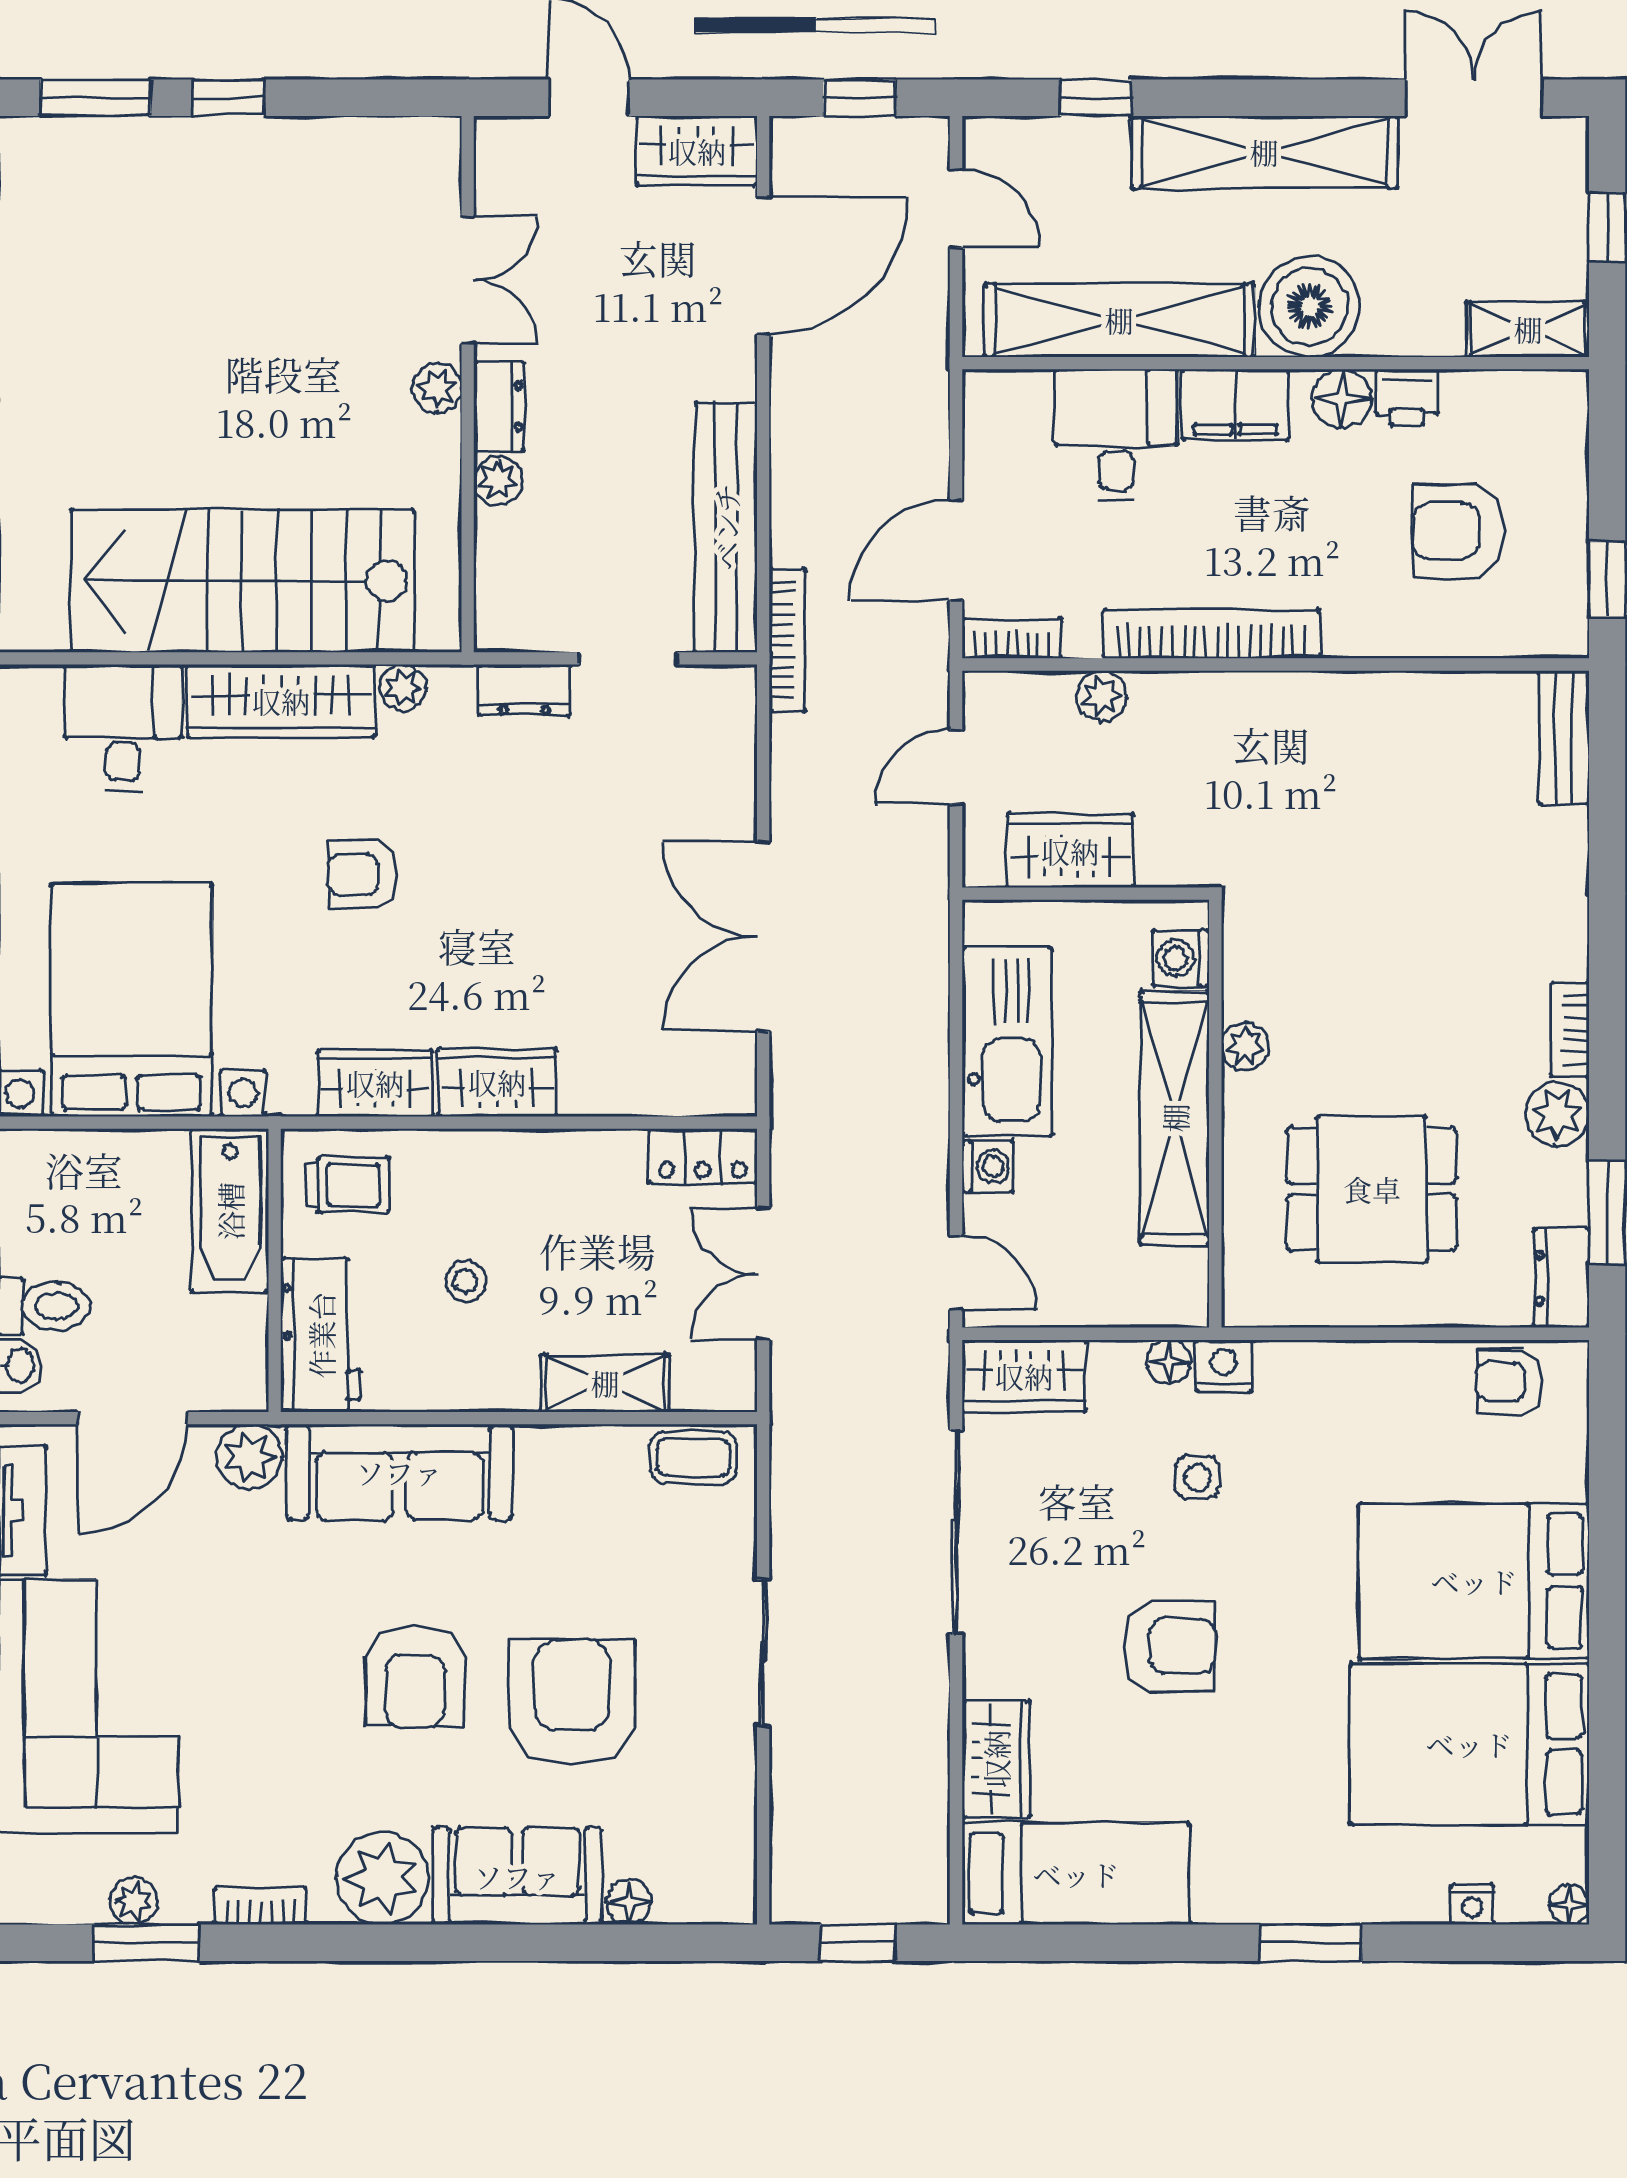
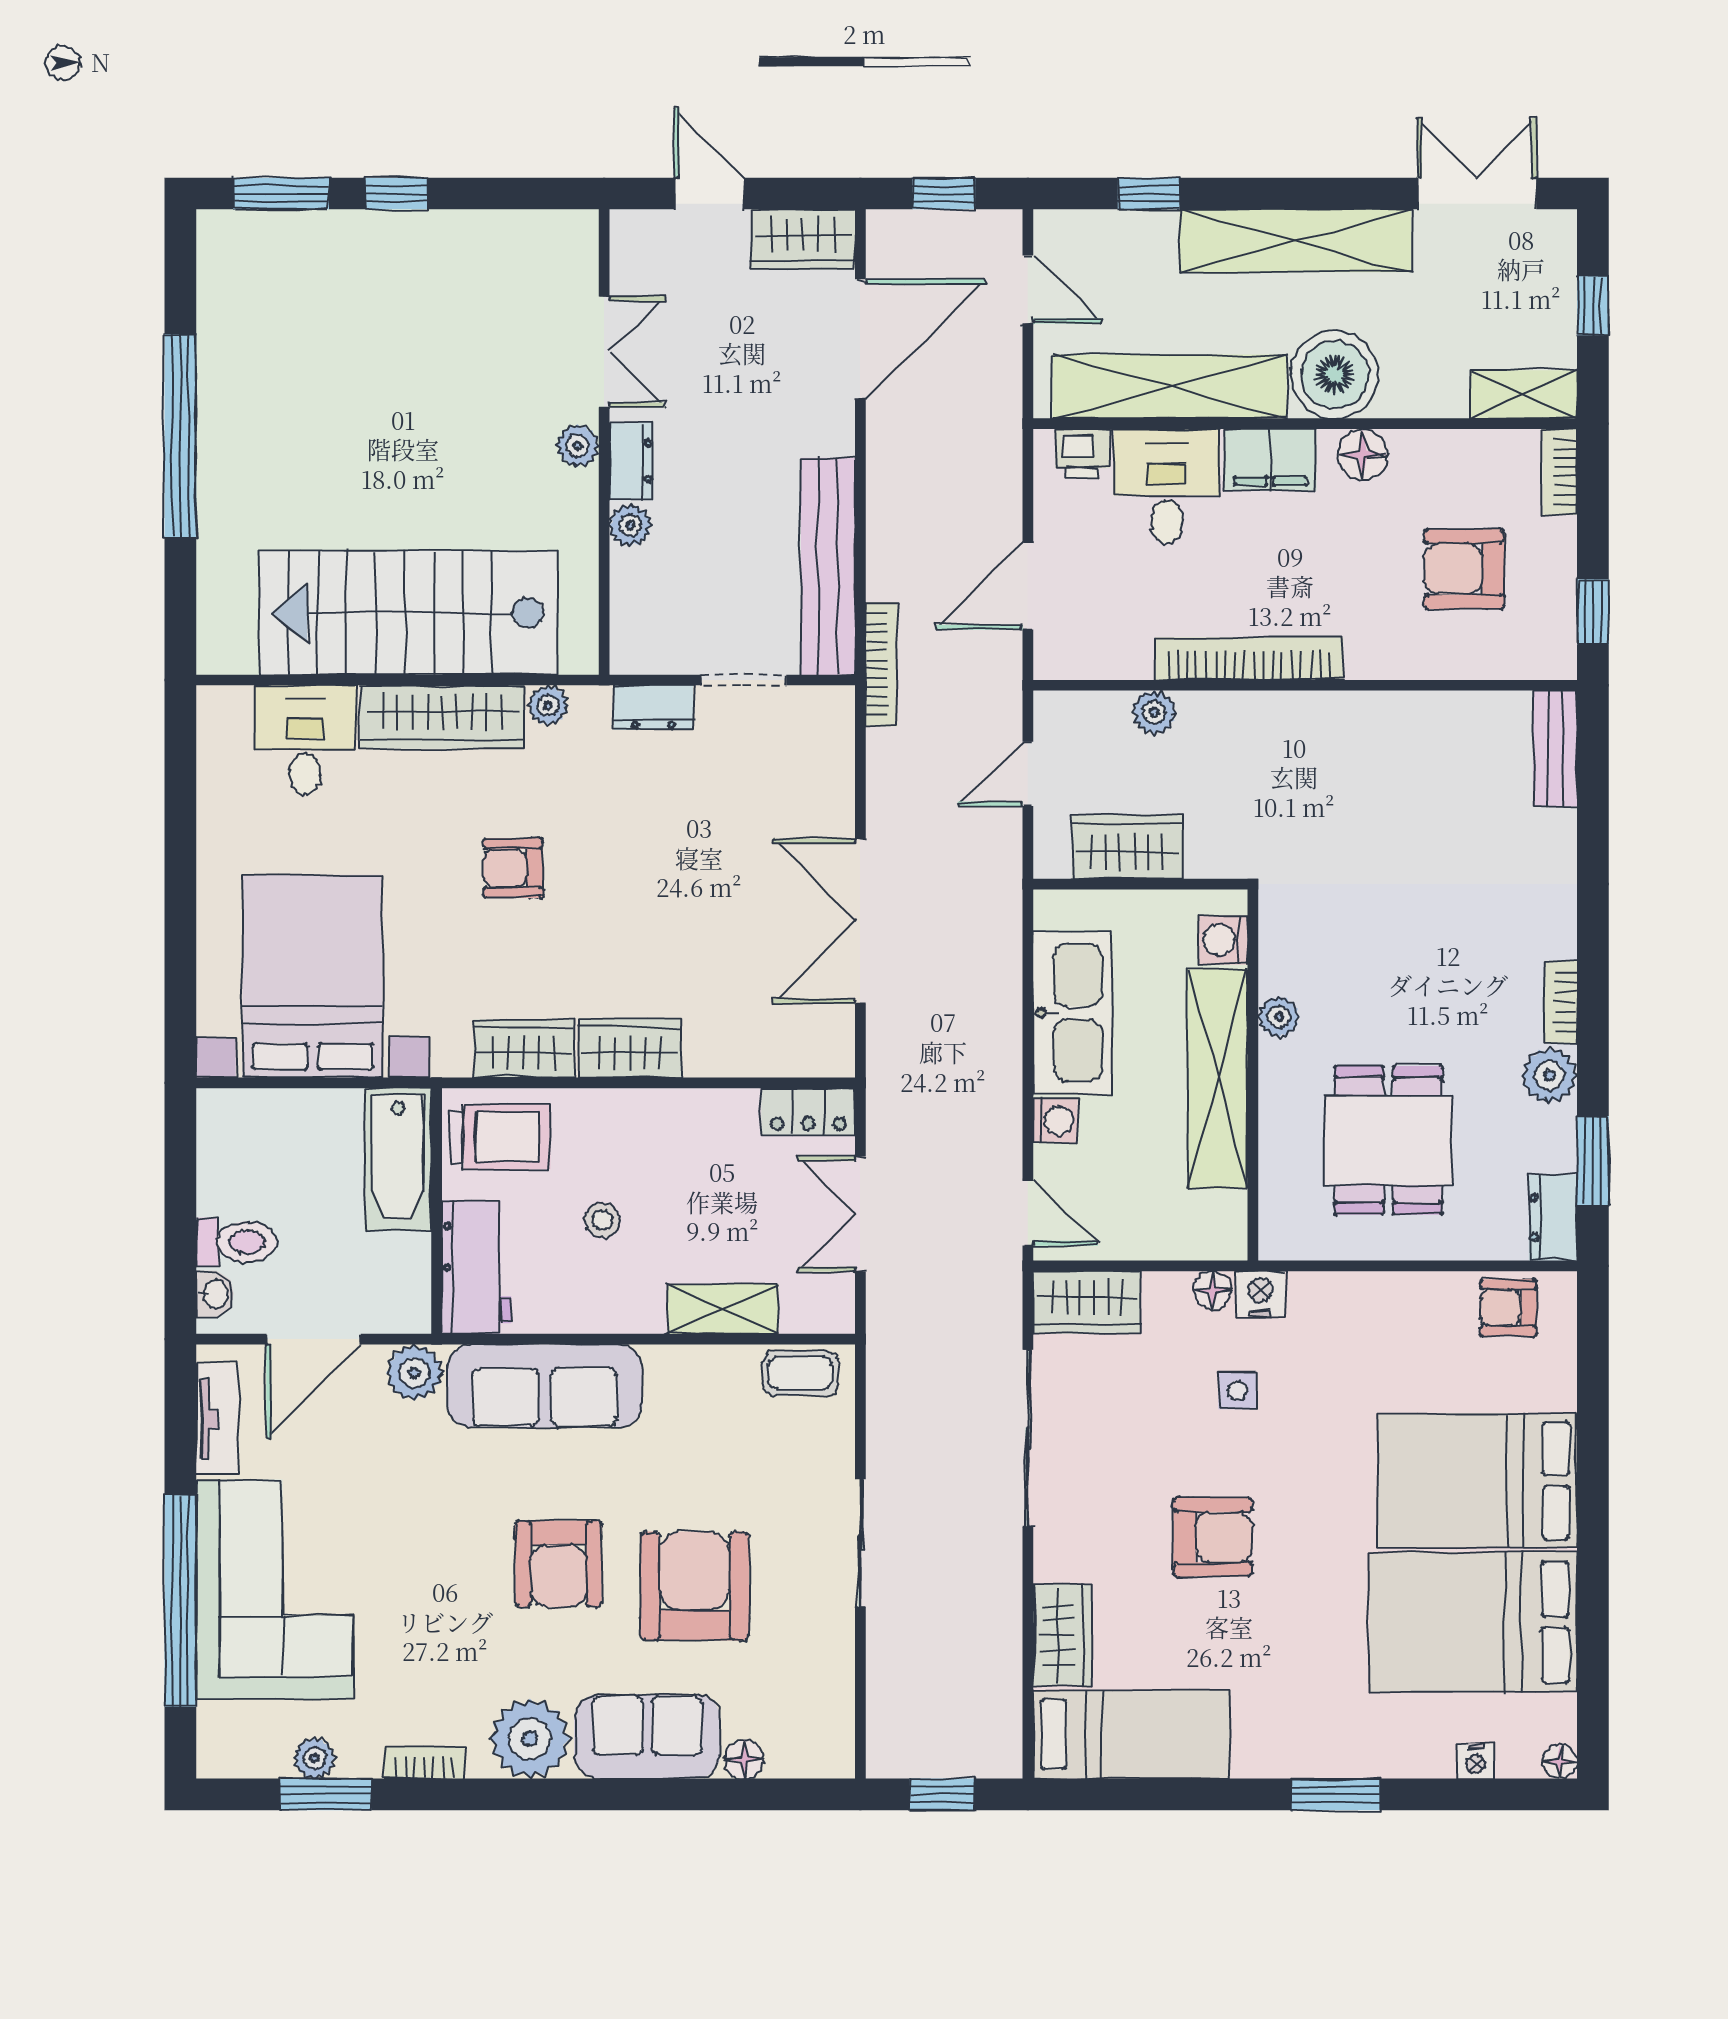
printer: (1407, 397) -> (1082, 453), moved
bookcase: (1012, 639) -> (1560, 472), moved, turned -90
trolley: (348, 1185) -> (500, 1137), width x1.36, depth x1.39
dining table: (1372, 1189) -> (1388, 1140), turned 90

